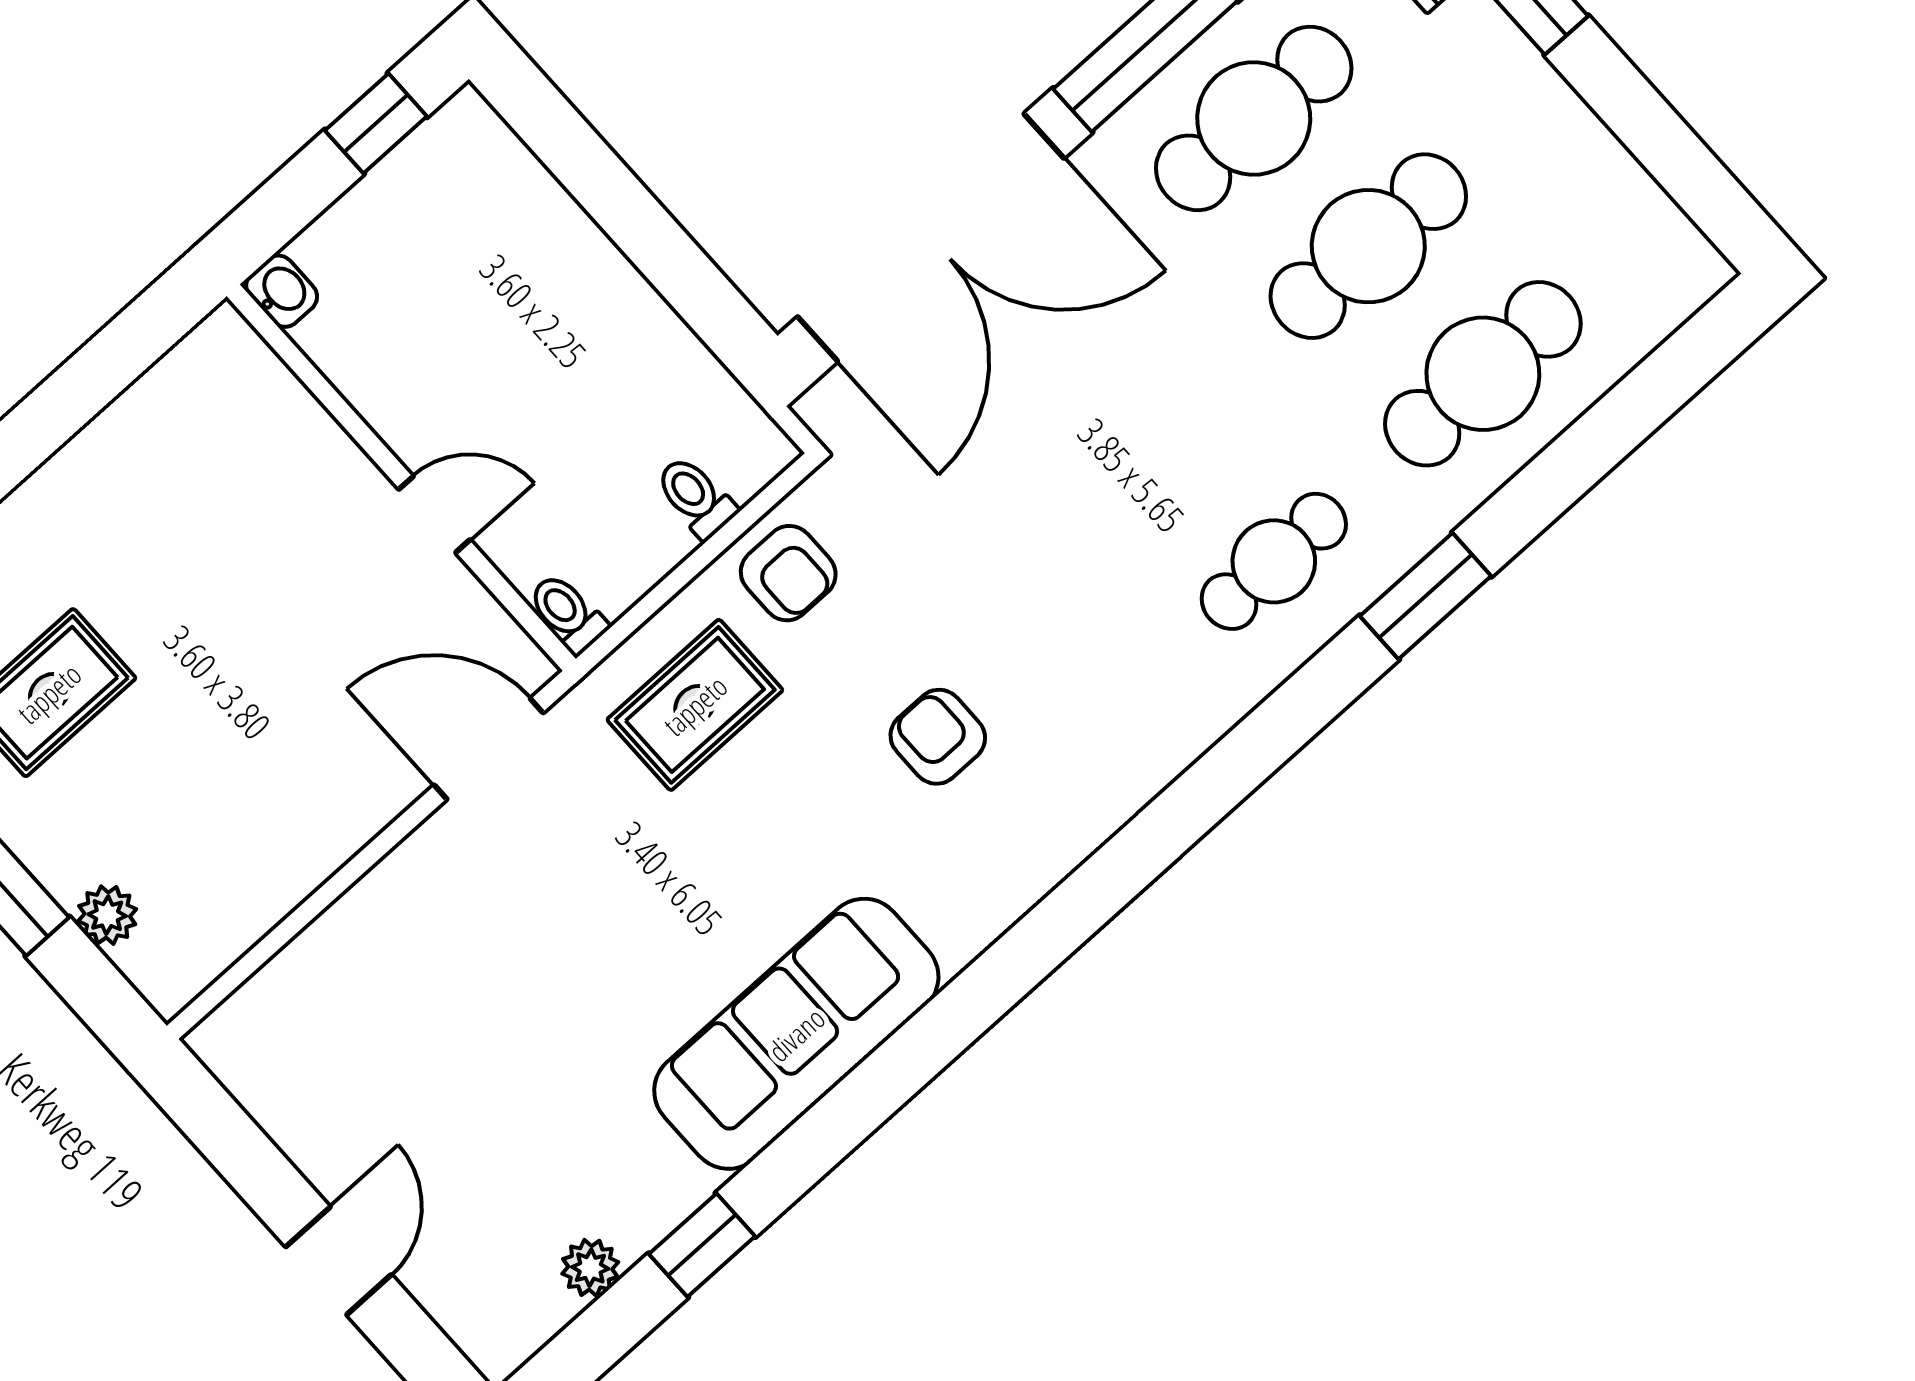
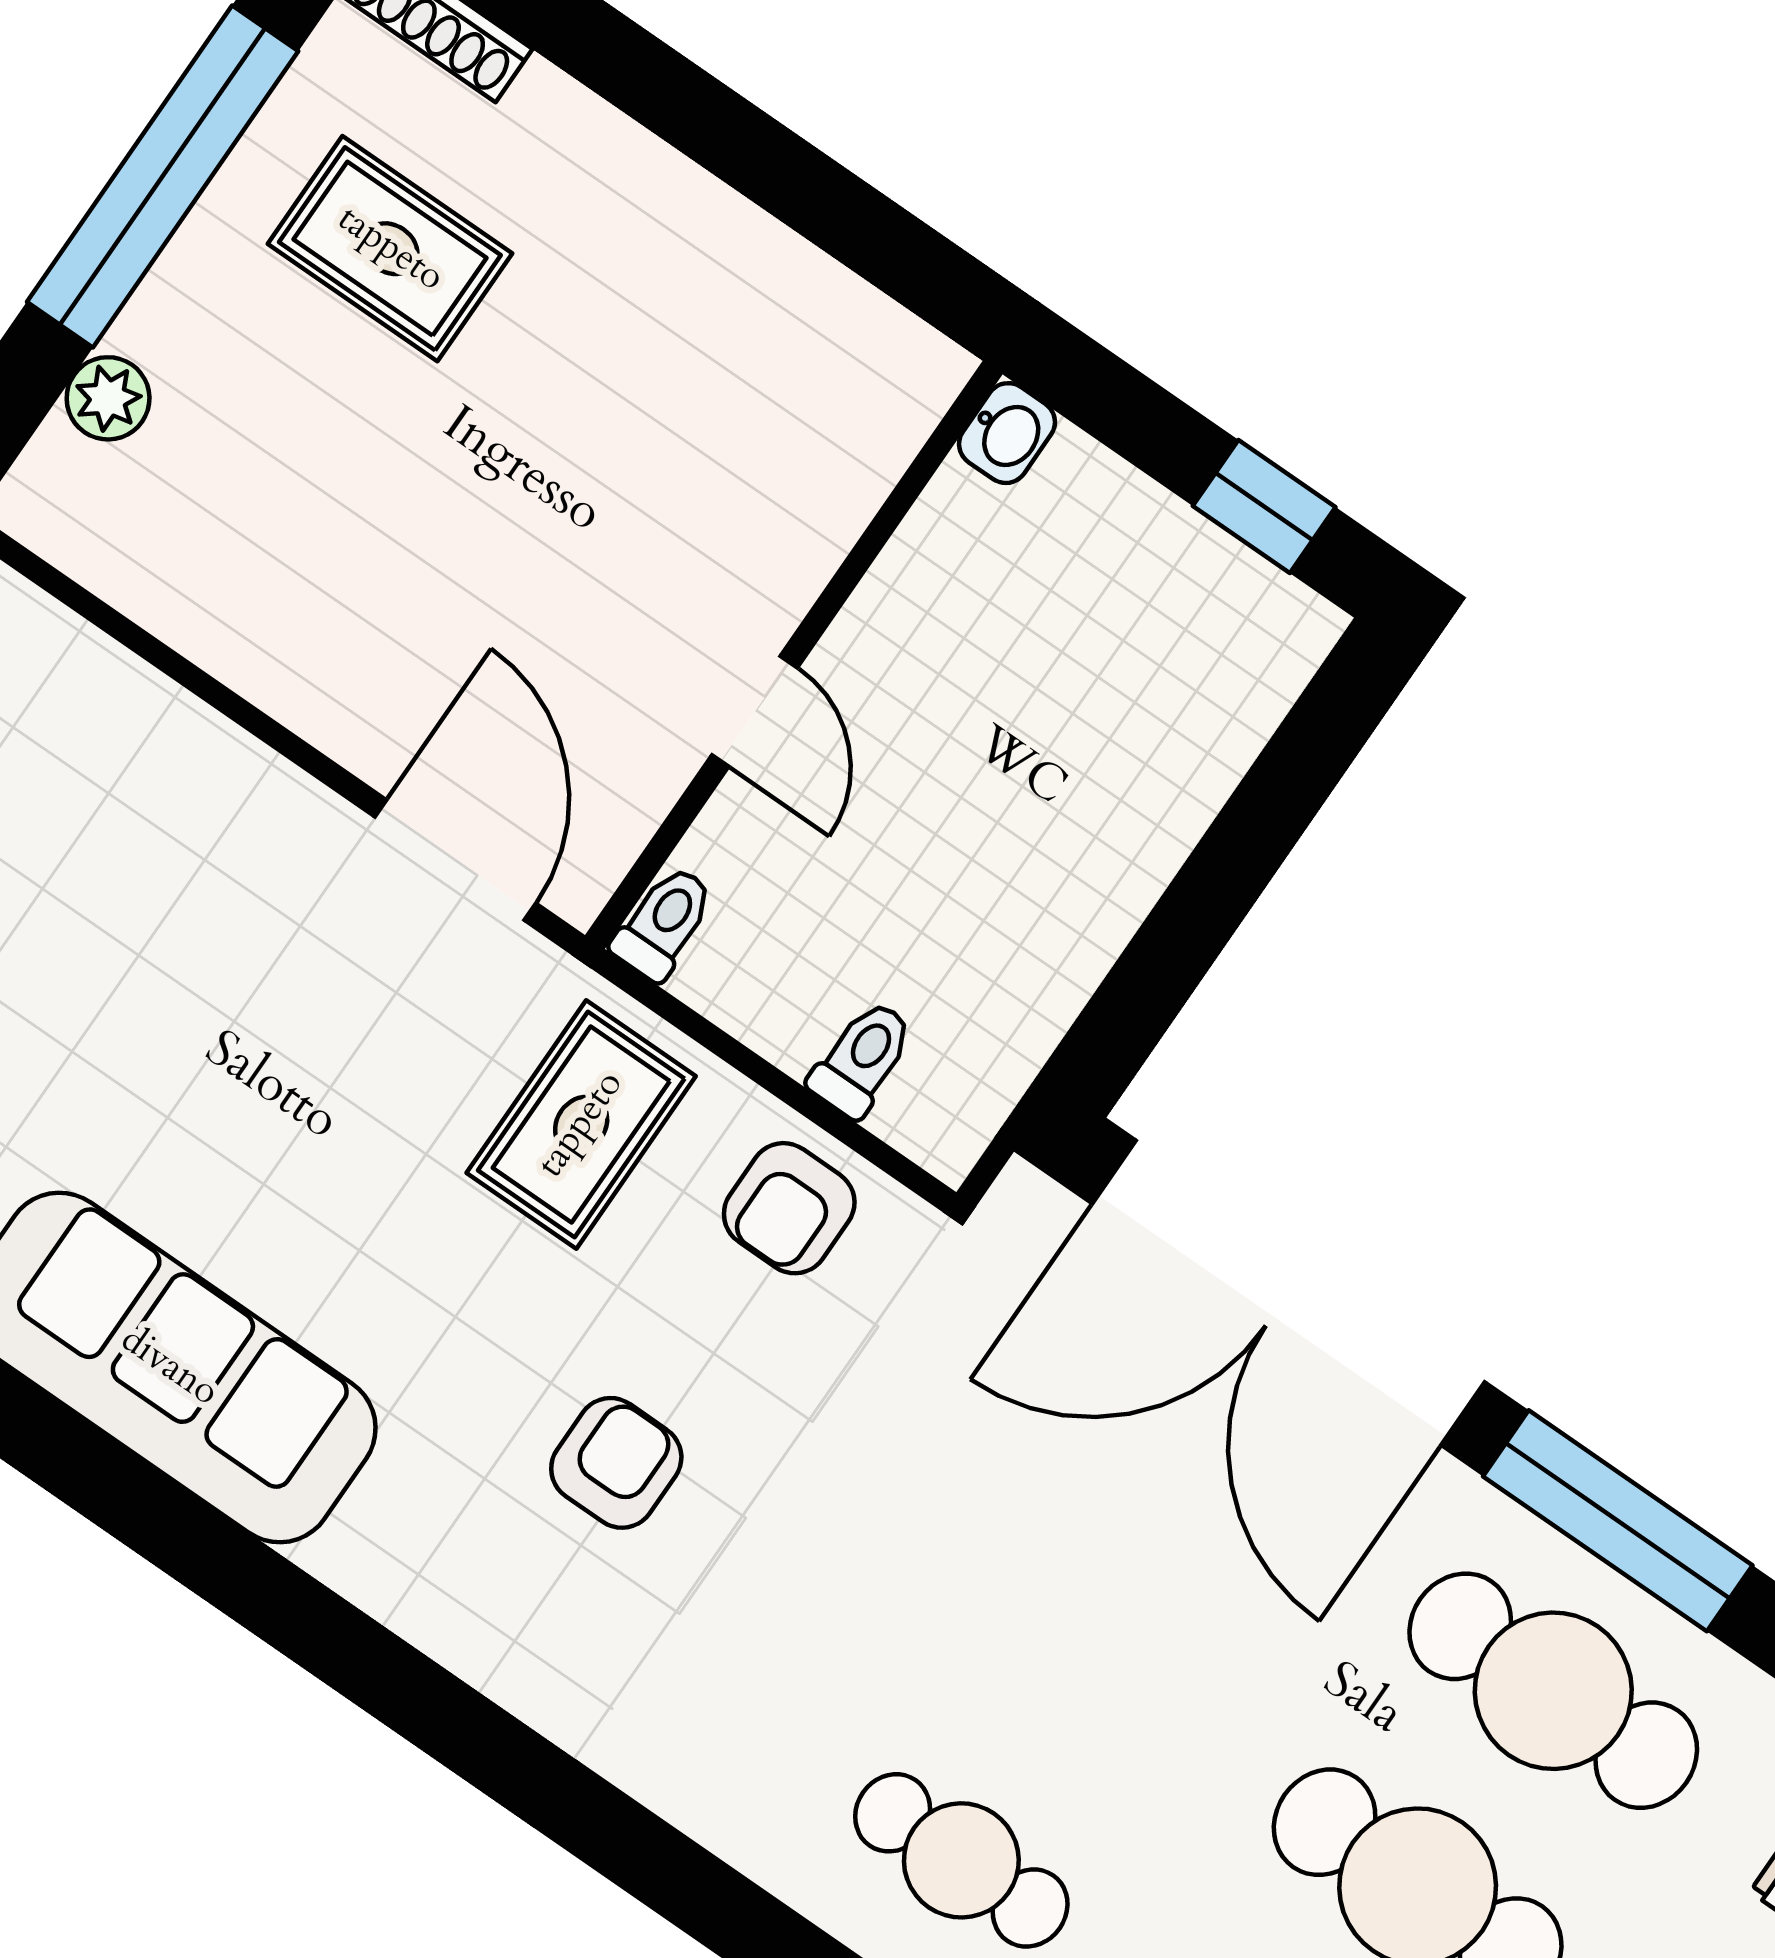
rug: (695, 705) -> (581, 1125), turned 90

